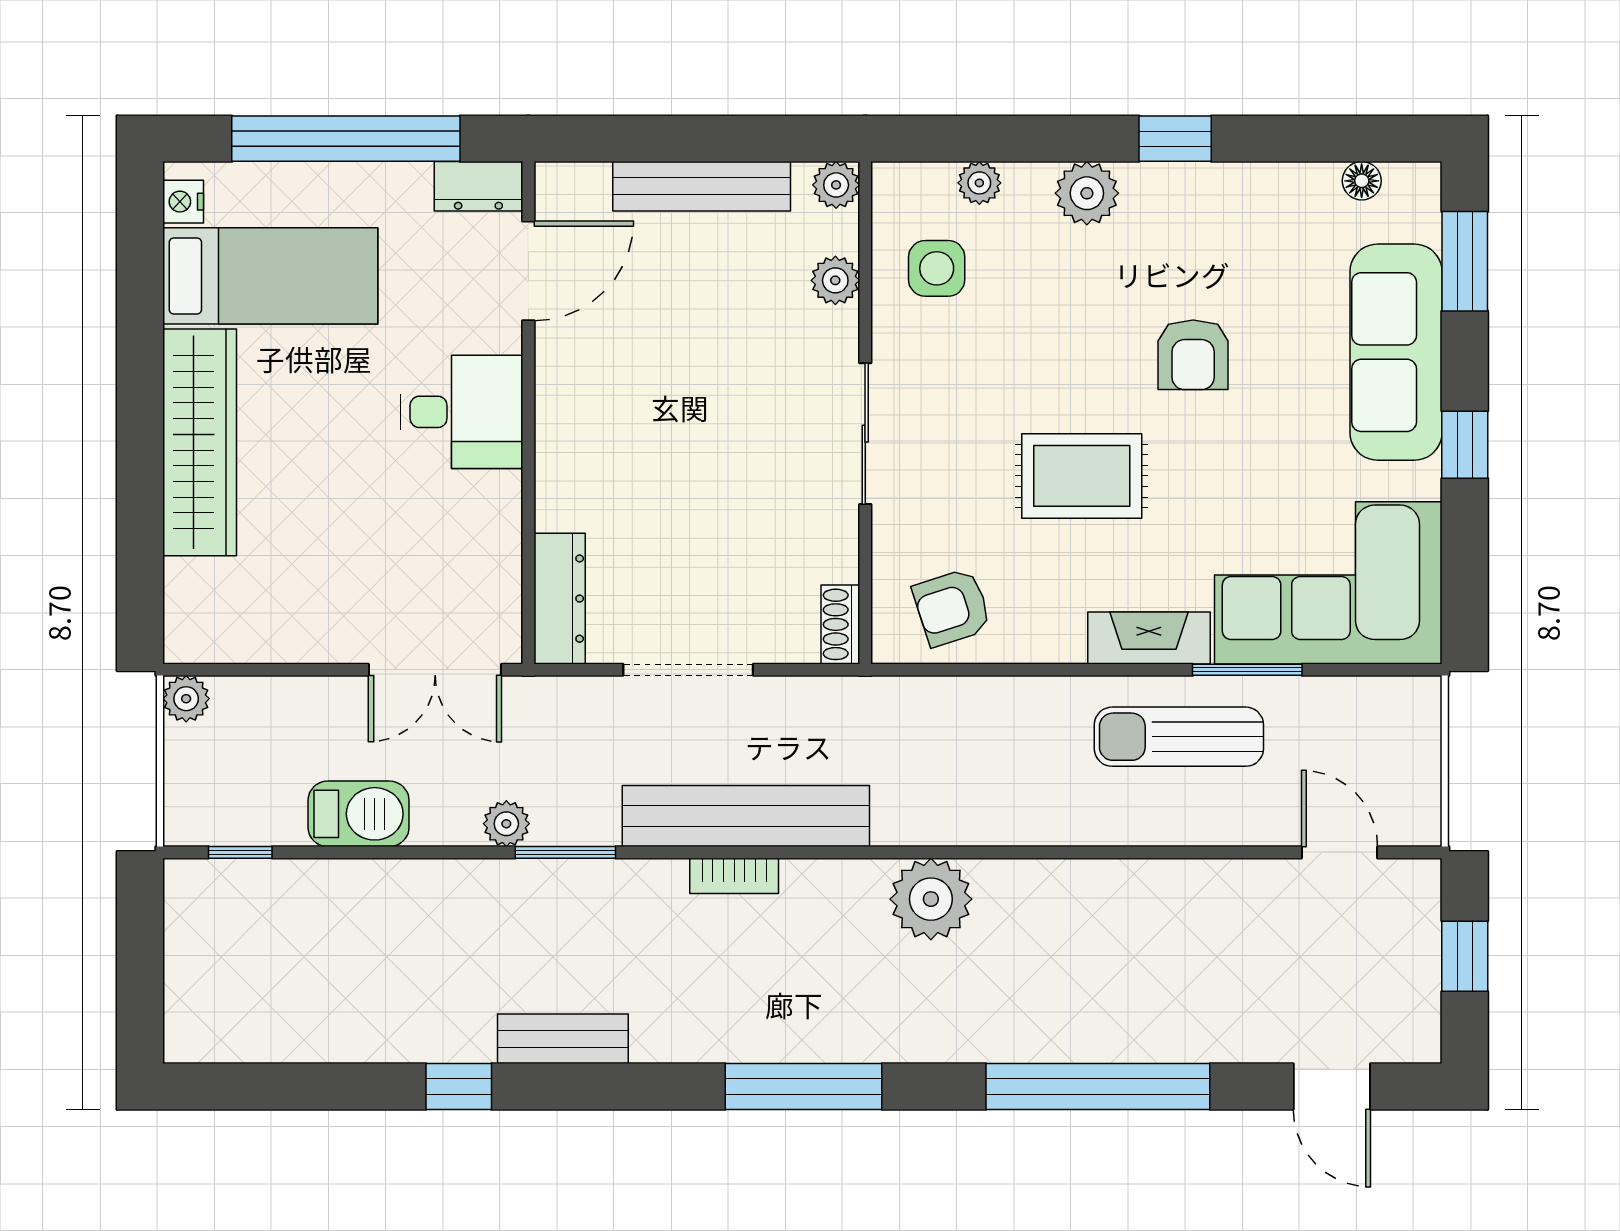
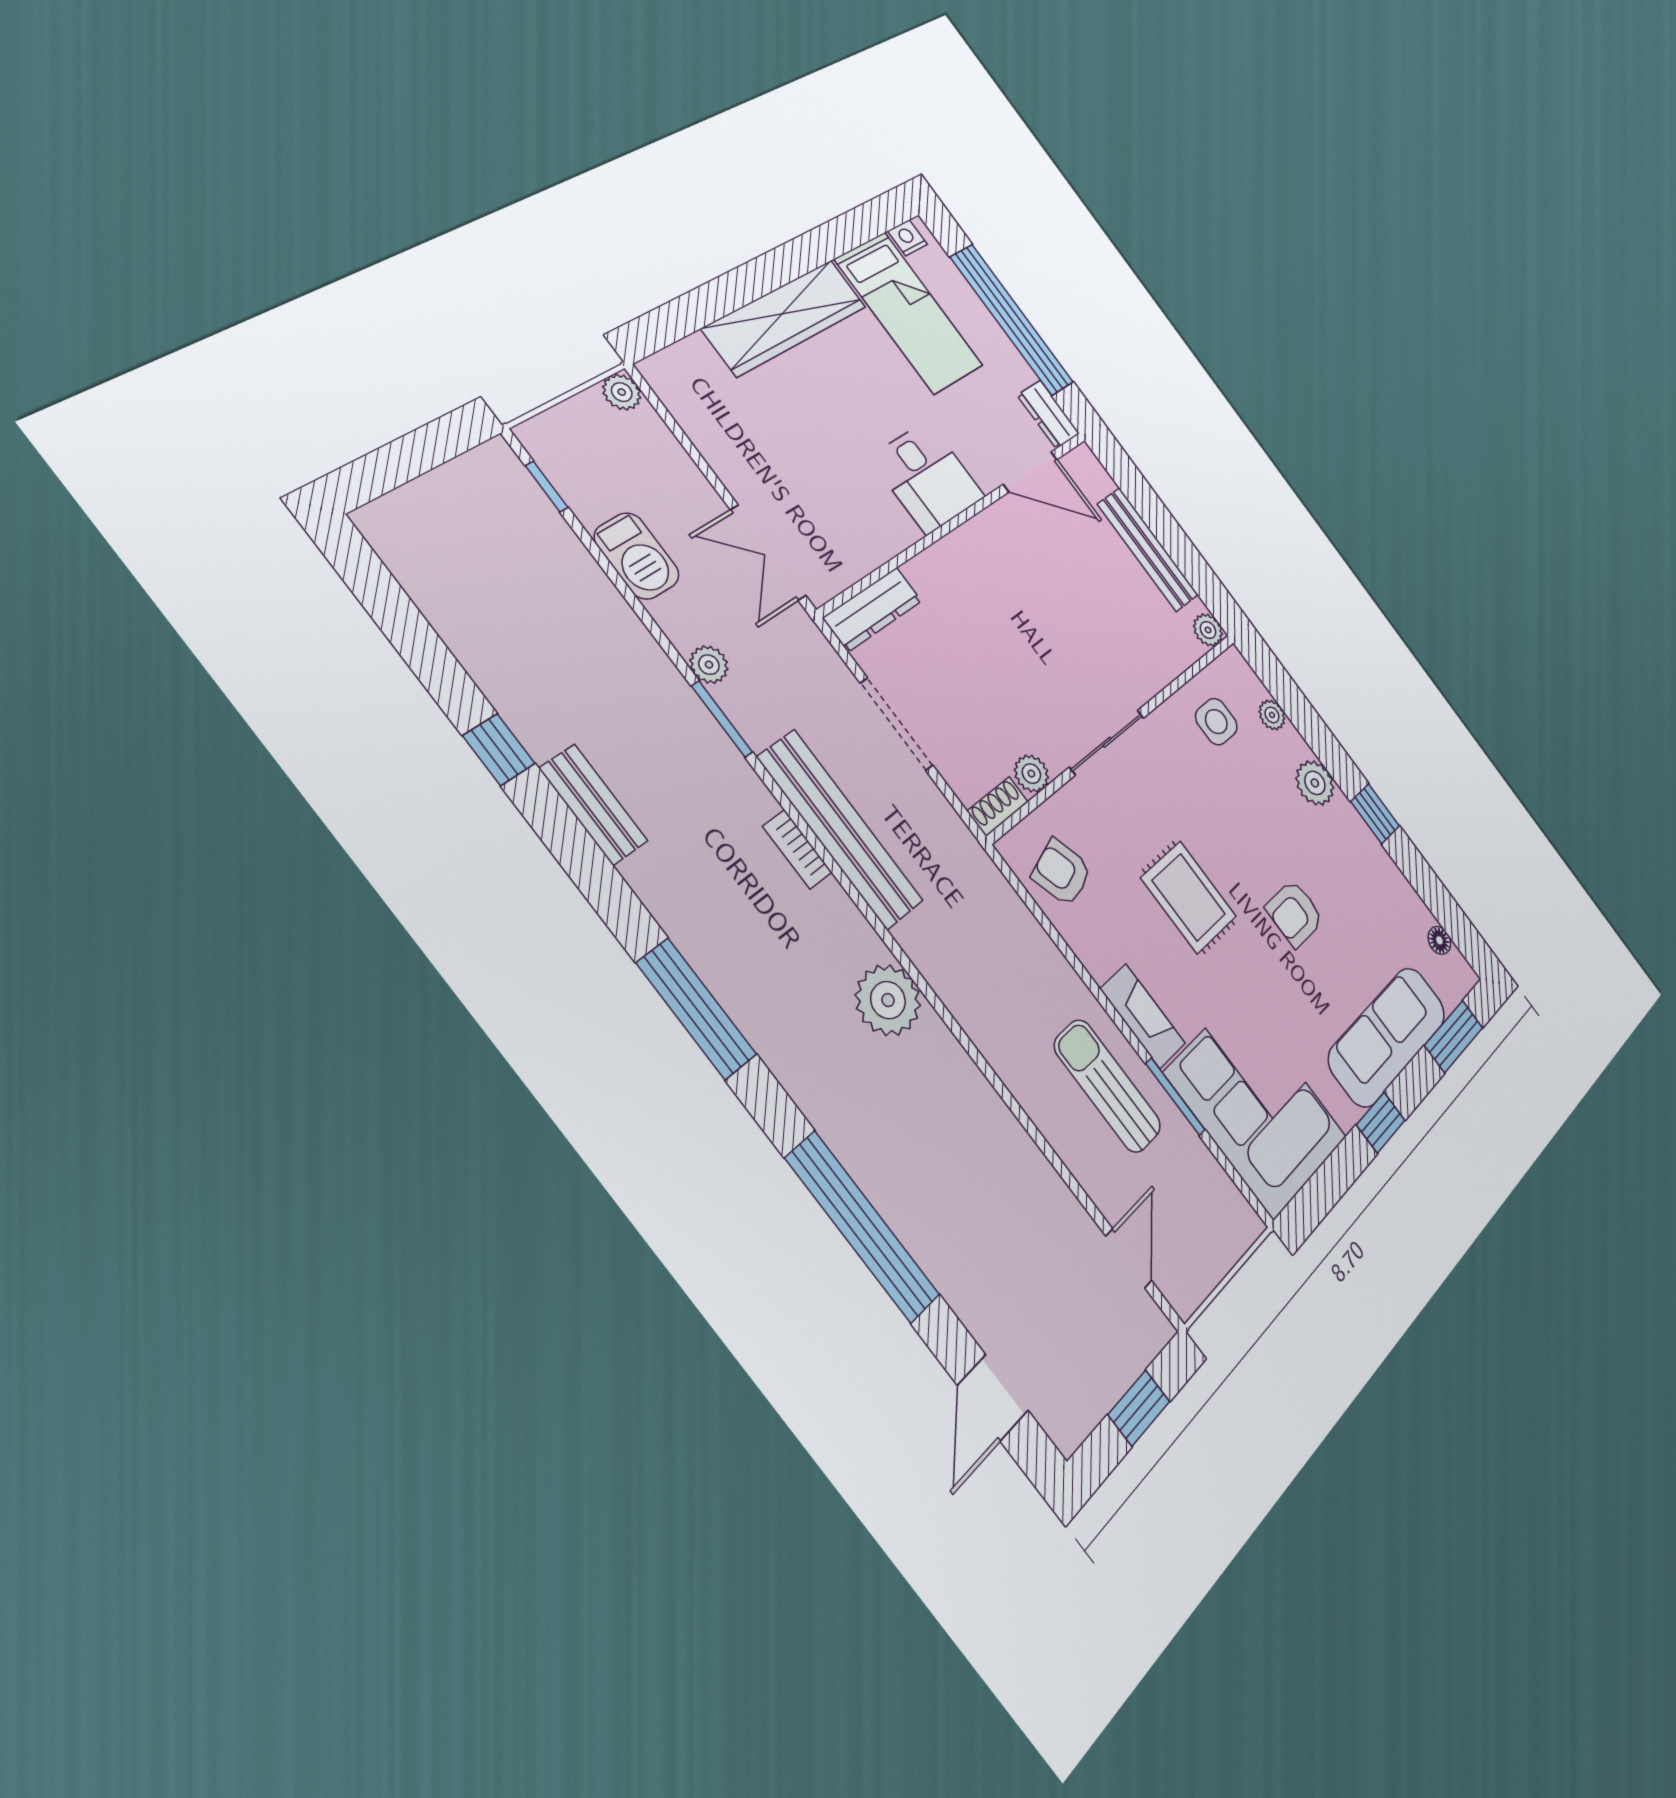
plant: (835, 280) -> (1031, 774), moved

